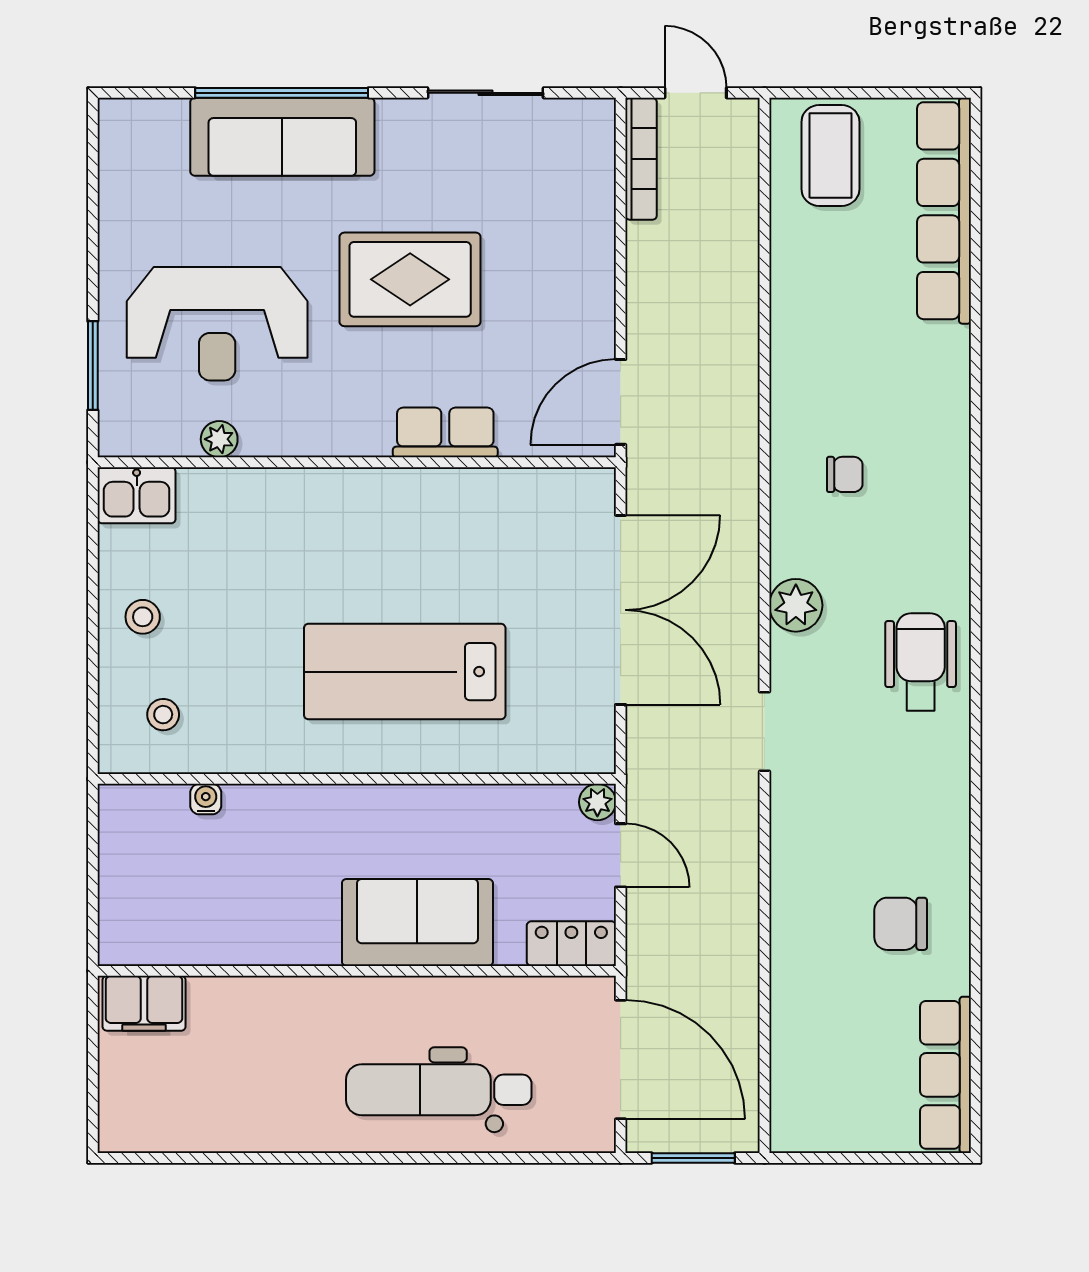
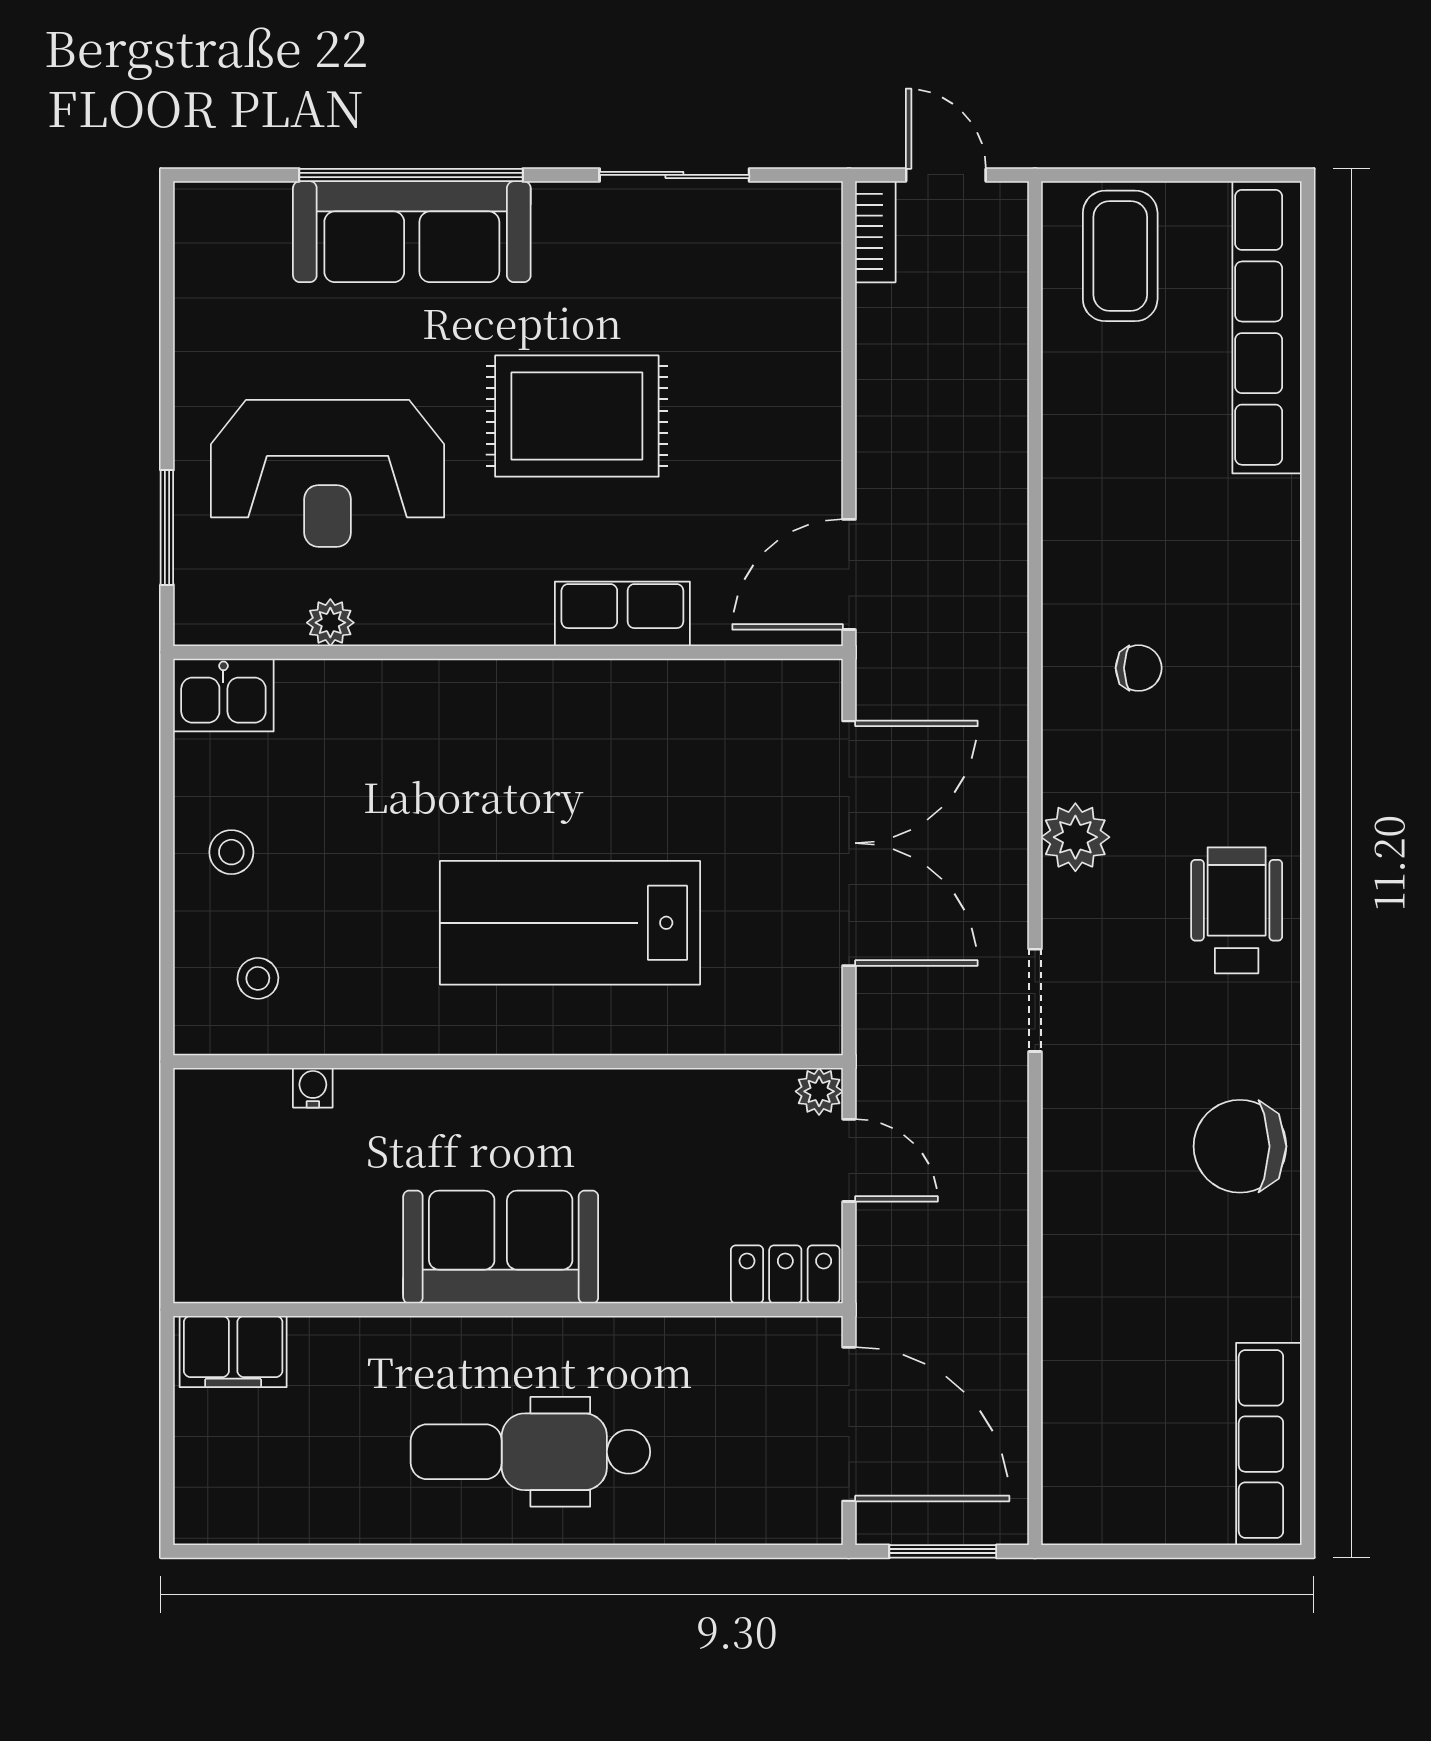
bookcase: (641, 159) -> (875, 232), width x0.64
sofa: (417, 922) -> (501, 1247), moved
chair: (901, 924) -> (1240, 1146), moved, width x1.37, depth x1.37
dental chair: (439, 1090) -> (530, 1452), moved

